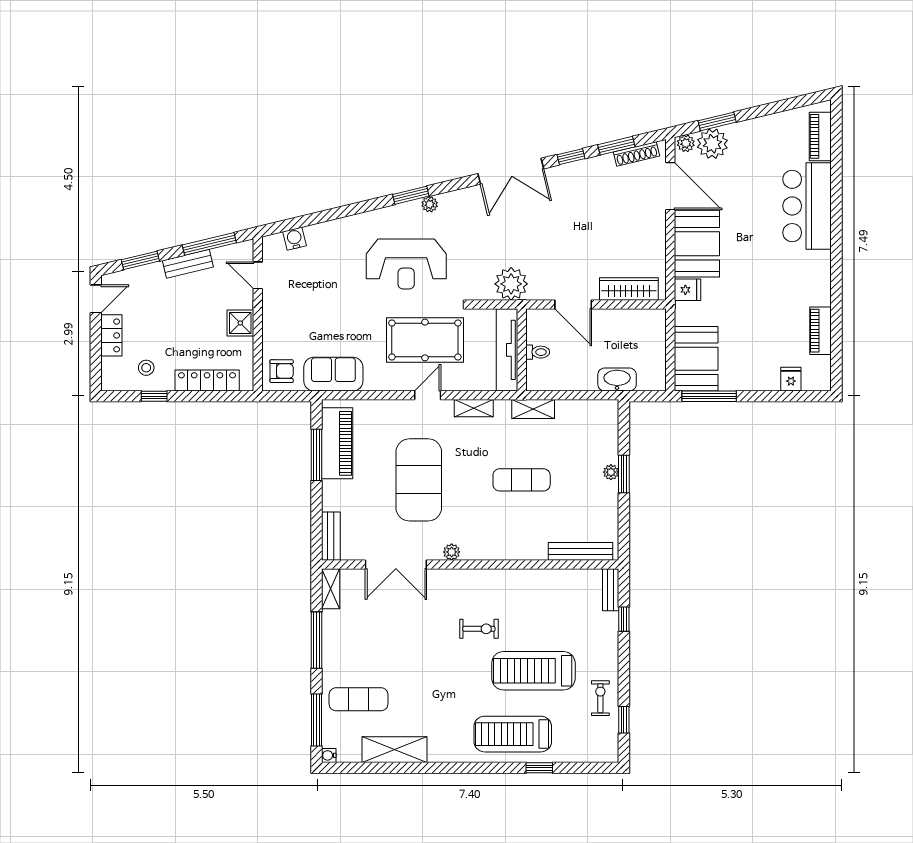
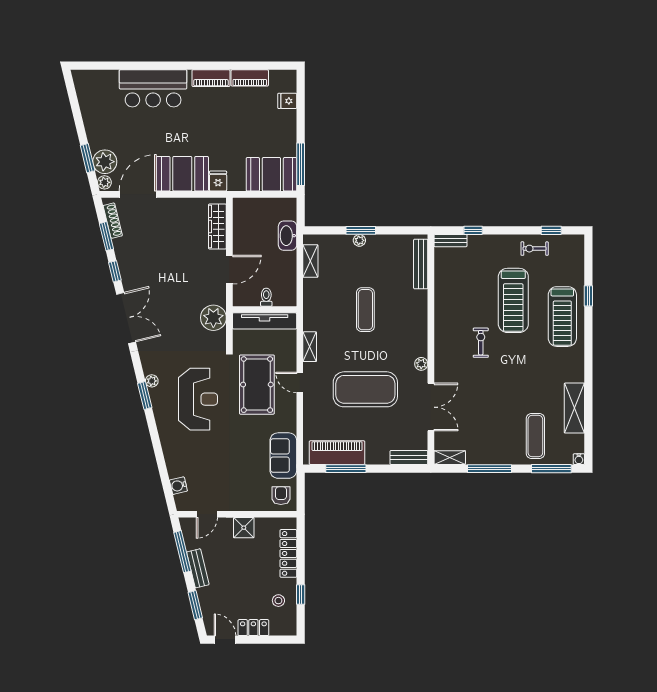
piano: (820, 136) -> (211, 78), moved
shelving: (533, 409) -> (310, 261), moved

